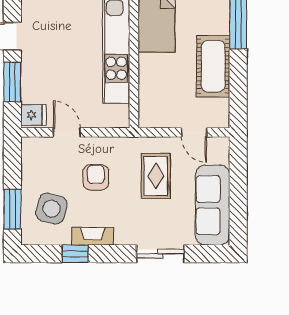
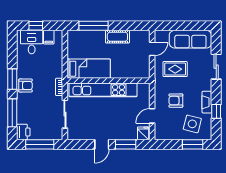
cot: (213, 66) -> (117, 37), width x0.73, depth x0.75

